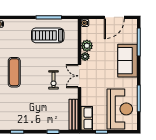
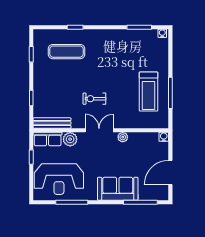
door: (114, 17) -> (170, 173), hinge flipped
treadmill: (48, 35) -> (148, 92), turned 180
plant: (87, 46) -> (70, 139), moved
exercise mat: (14, 72) -> (66, 52), moved

